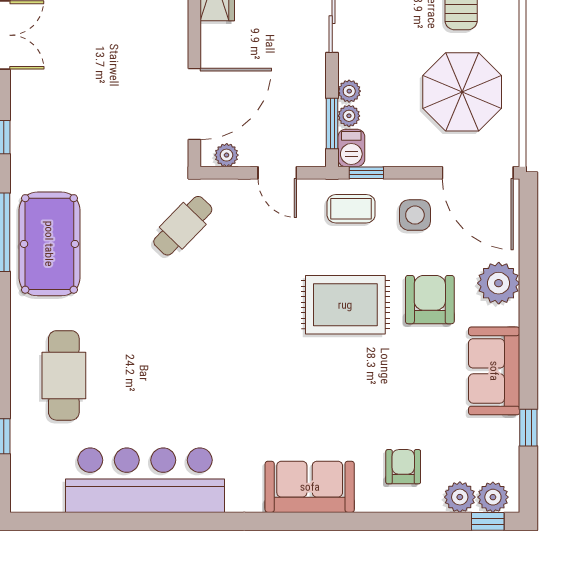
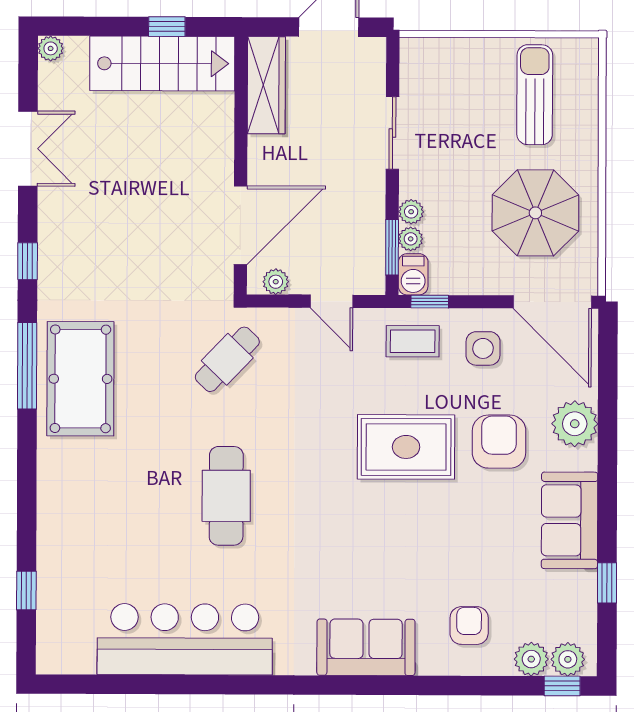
cafe table: (64, 375) -> (226, 496), moved

